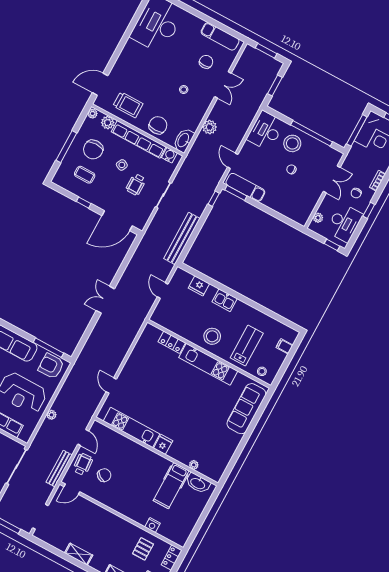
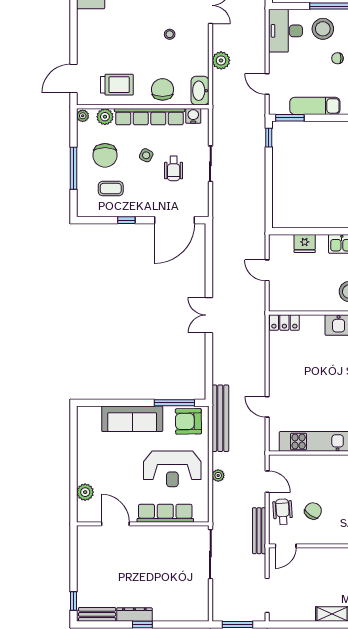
exam couch: (245, 187) -> (315, 106), moved
bench: (182, 239) -> (220, 418), moved
locker: (172, 342) -> (284, 322), moved

